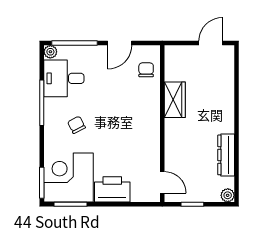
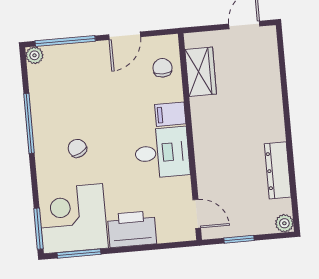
desk: (64, 78) -> (162, 153), moved, turned 180
wardrobe: (175, 100) -> (201, 72), moved
filing cabinet: (149, 105) -> (170, 114), added

